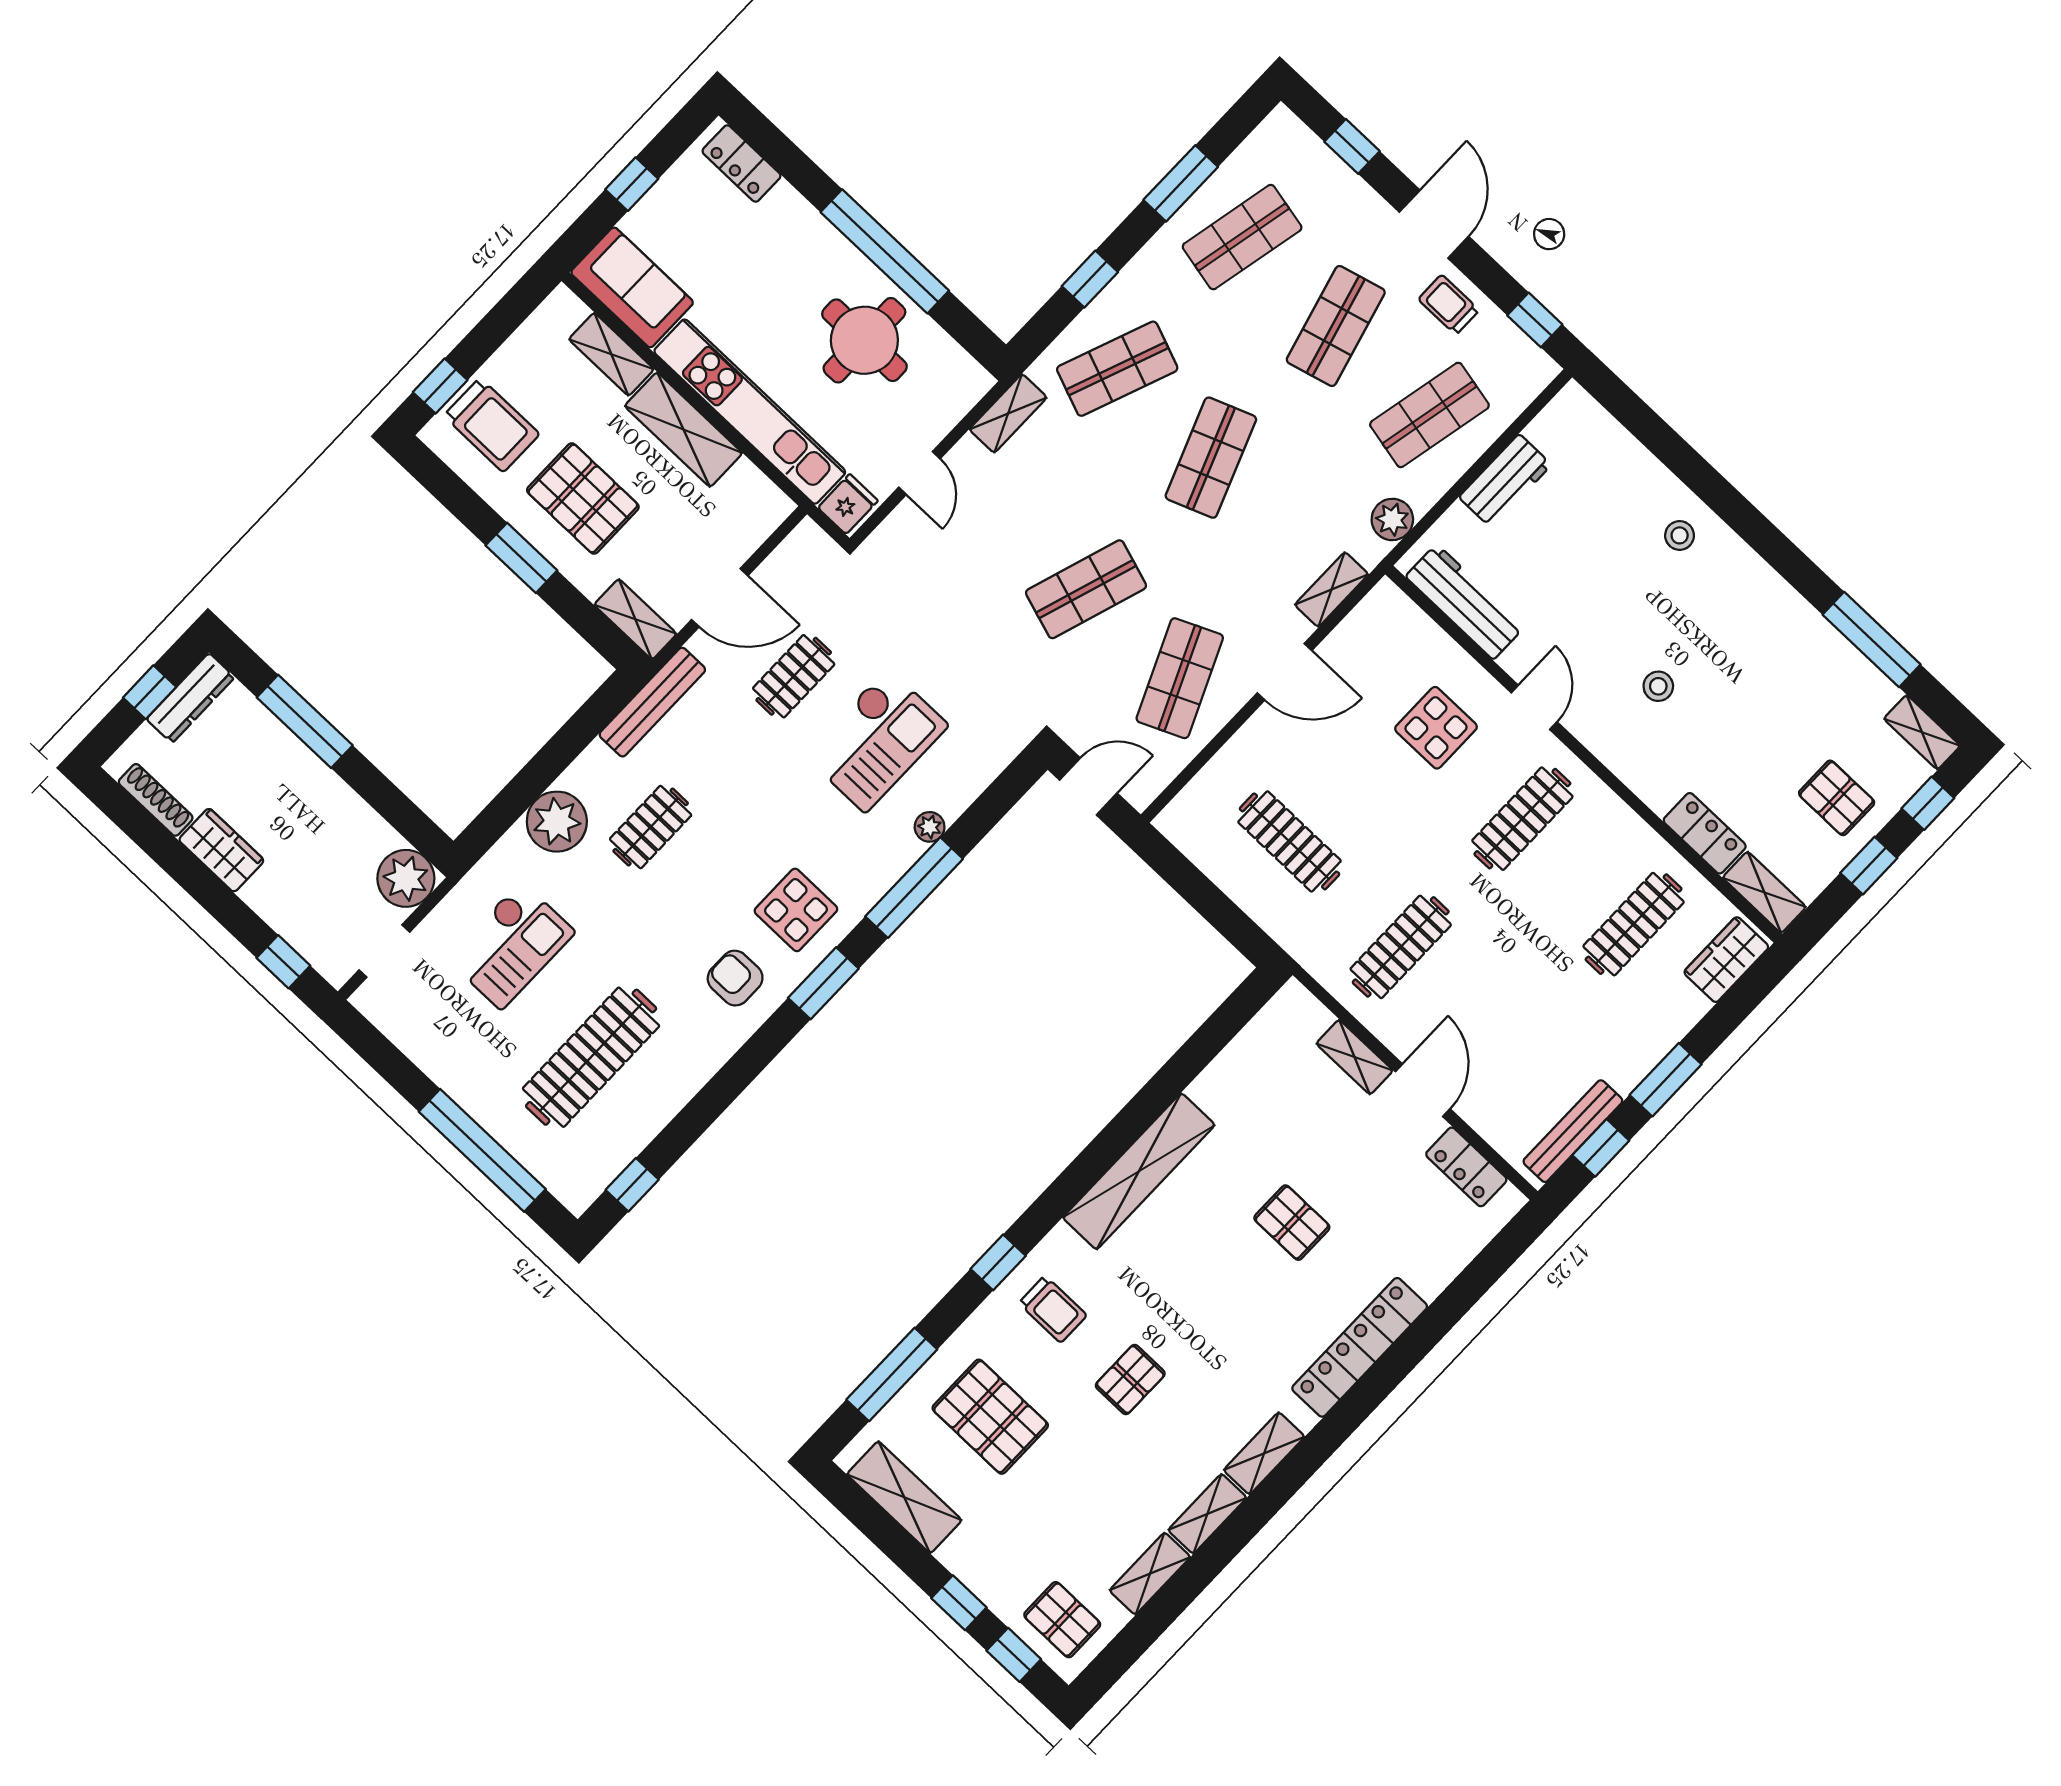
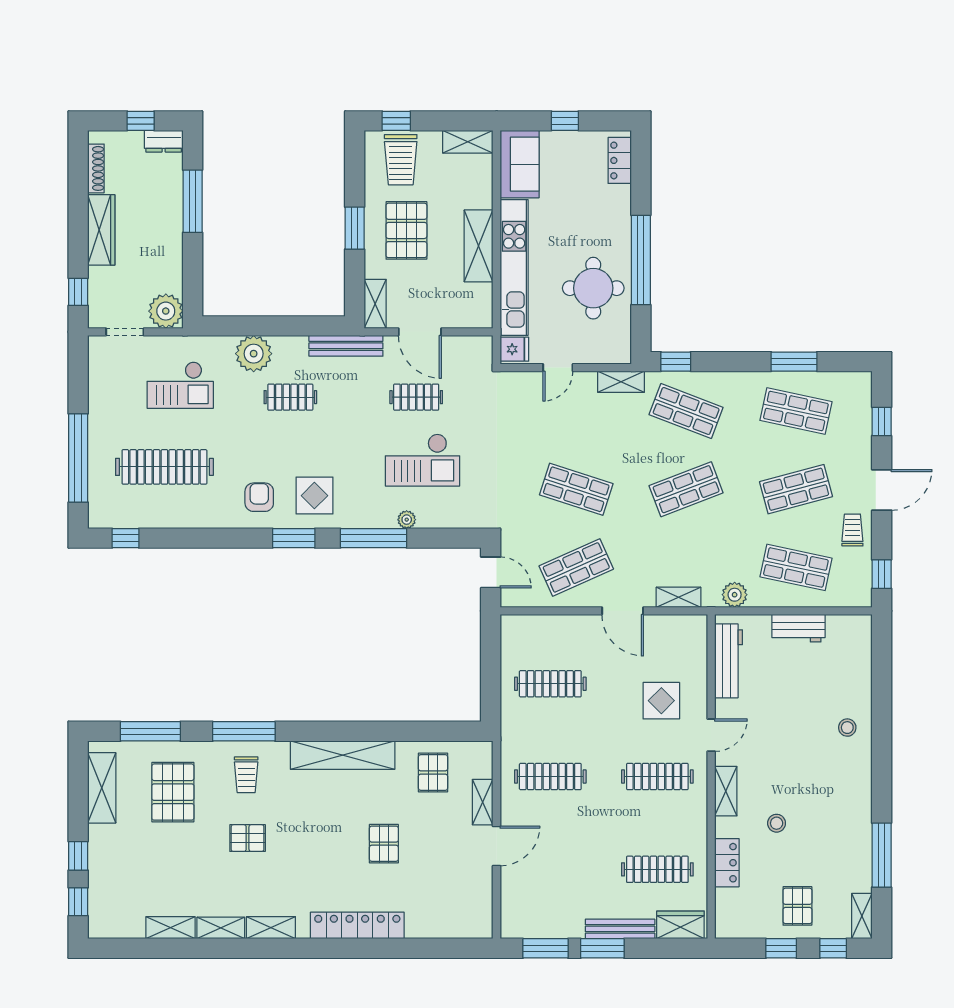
window: (1090, 279) -> (676, 362), moved
shelving: (611, 354) -> (468, 142), moved, turned 90
stool: (1658, 686) -> (777, 823), moved
dresser: (190, 698) -> (164, 141), width x0.70
clothes rail: (1290, 841) -> (550, 684), turned 90
wardrobe: (221, 850) -> (101, 230), width x1.50
shelving: (1764, 892) -> (726, 791), moved
bench: (1573, 1131) -> (620, 929), moved
window: (1601, 1148) -> (545, 948), width x1.50
locker: (1466, 1167) -> (481, 897), removed
window: (998, 1262) -> (244, 731), width x2.17
pallet: (1062, 1620) -> (433, 773), moved

